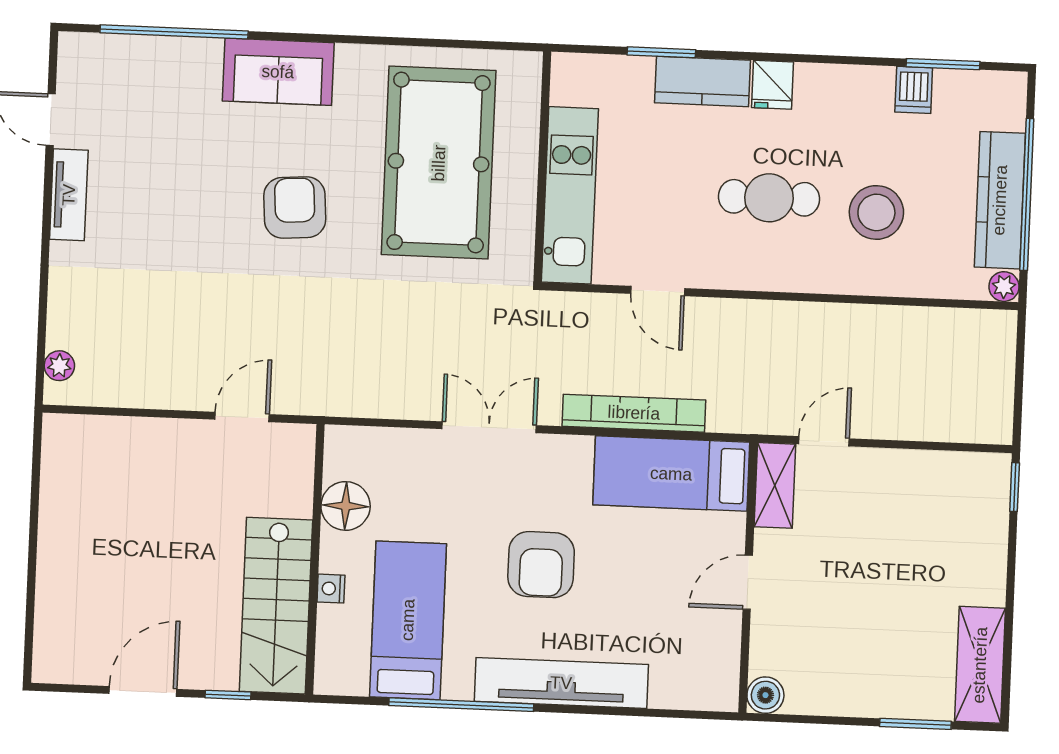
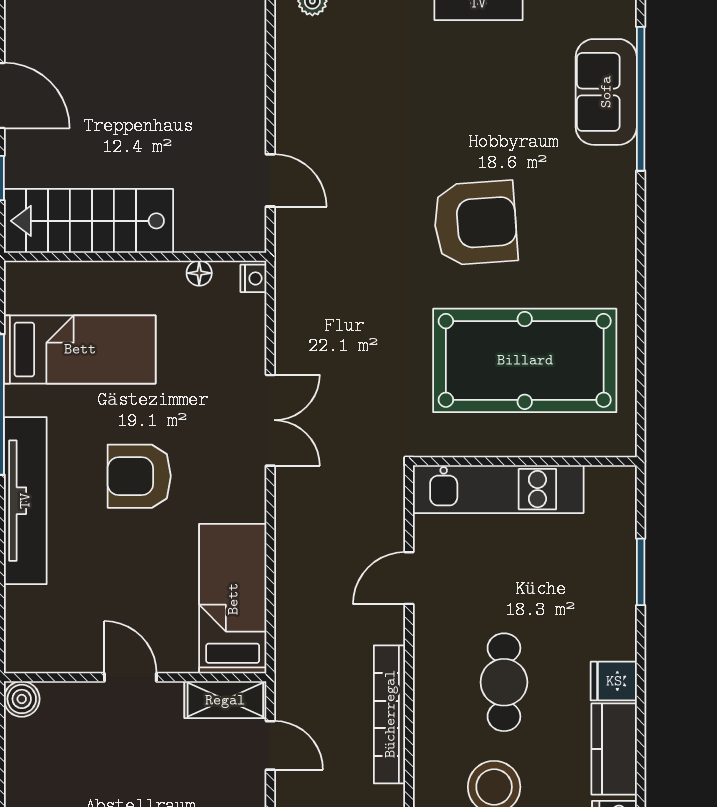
sofa: (278, 72) -> (606, 92), moved
kitchen counter: (703, 81) -> (614, 749), moved
armchair: (295, 207) -> (475, 223), width x1.36, depth x1.36
bookcase: (634, 413) -> (390, 714), moved, turned 180
floor lamp: (346, 506) -> (199, 273), width x0.53, depth x0.53
nightstand: (331, 589) -> (253, 278), moved, turned 90

